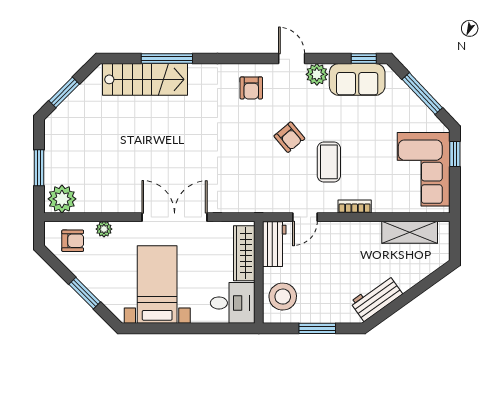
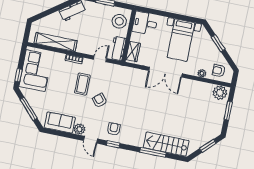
window: (364, 58) -> (113, 144), moved
shelving: (410, 232) -> (56, 42), width x1.47
wardrobe: (244, 253) -> (133, 52), width x0.67

